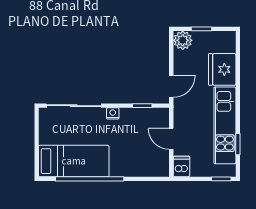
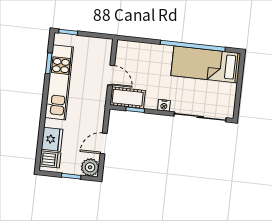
fridge: (222, 69) -> (52, 139), width x0.73, depth x0.75
door: (171, 86) -> (104, 143), moved
cot: (152, 117) -> (128, 98), added
dishwasher: (181, 166) -> (50, 159), moved, turned -90

